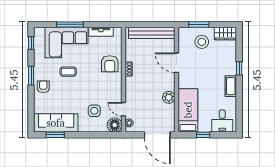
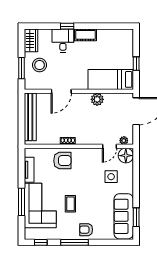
window: (31, 76) -> (75, 242), width x1.44
desk: (222, 121) -> (63, 41), moved, turned -90

